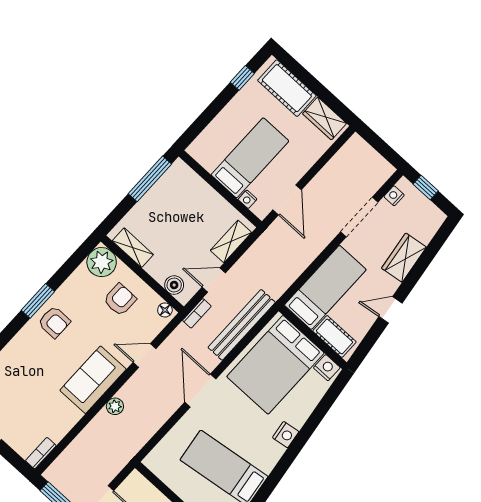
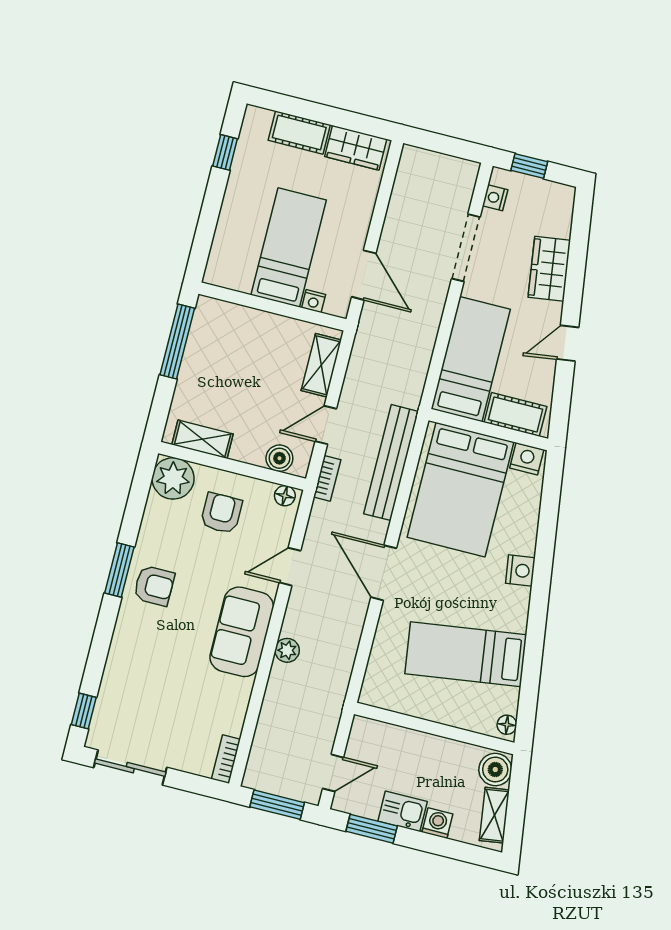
cot: (287, 88) -> (299, 133), width x0.73, depth x0.75

